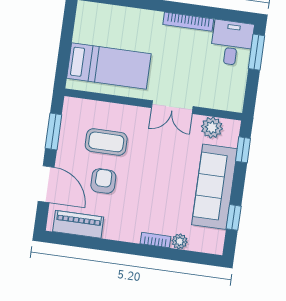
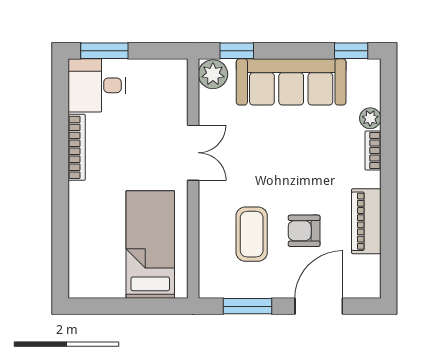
plant: (212, 128) -> (213, 74), moved
window: (234, 217) -> (351, 51), moved
piano: (78, 224) -> (366, 221), moved

